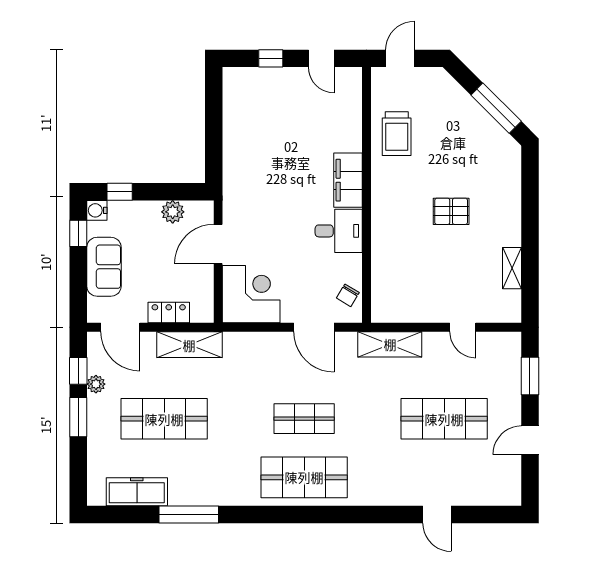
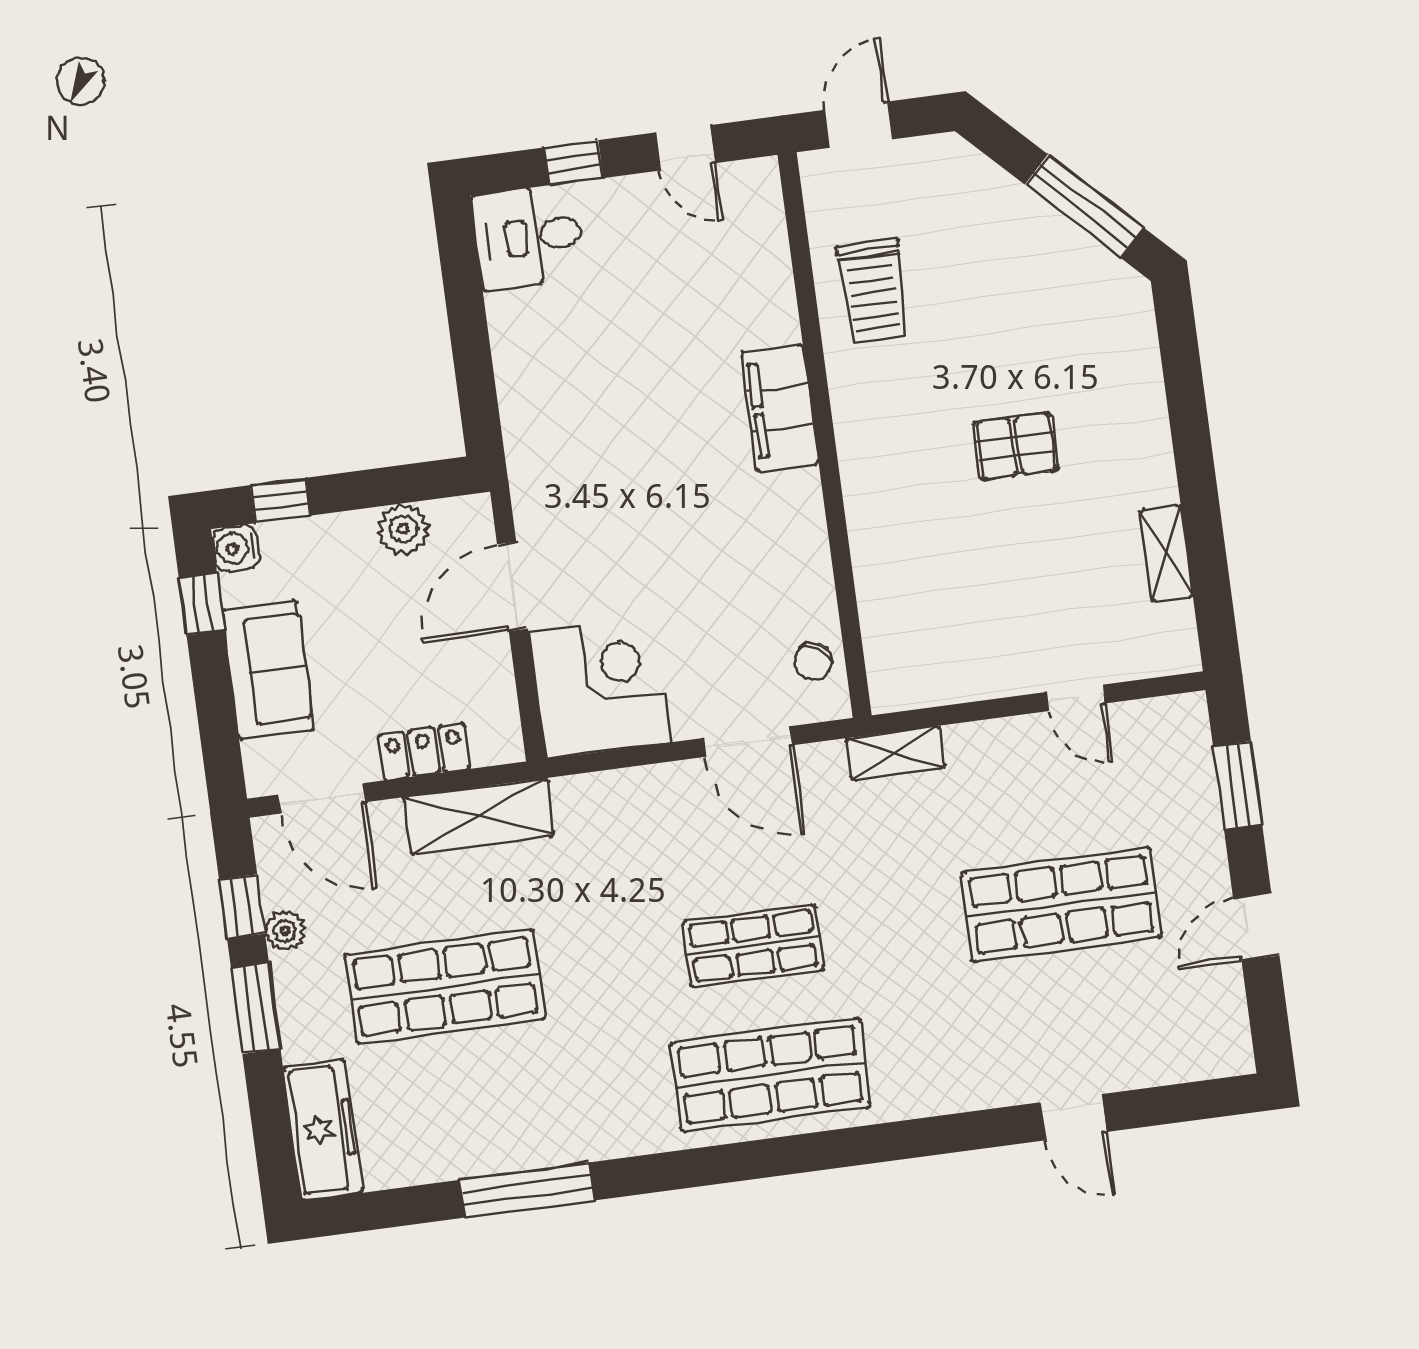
desk: (339, 231) -> (528, 237), moved, turned 180
shelving: (390, 344) -> (895, 753), width x0.67, depth x0.75
freezer: (137, 492) -> (323, 1130), moved, turned 90

